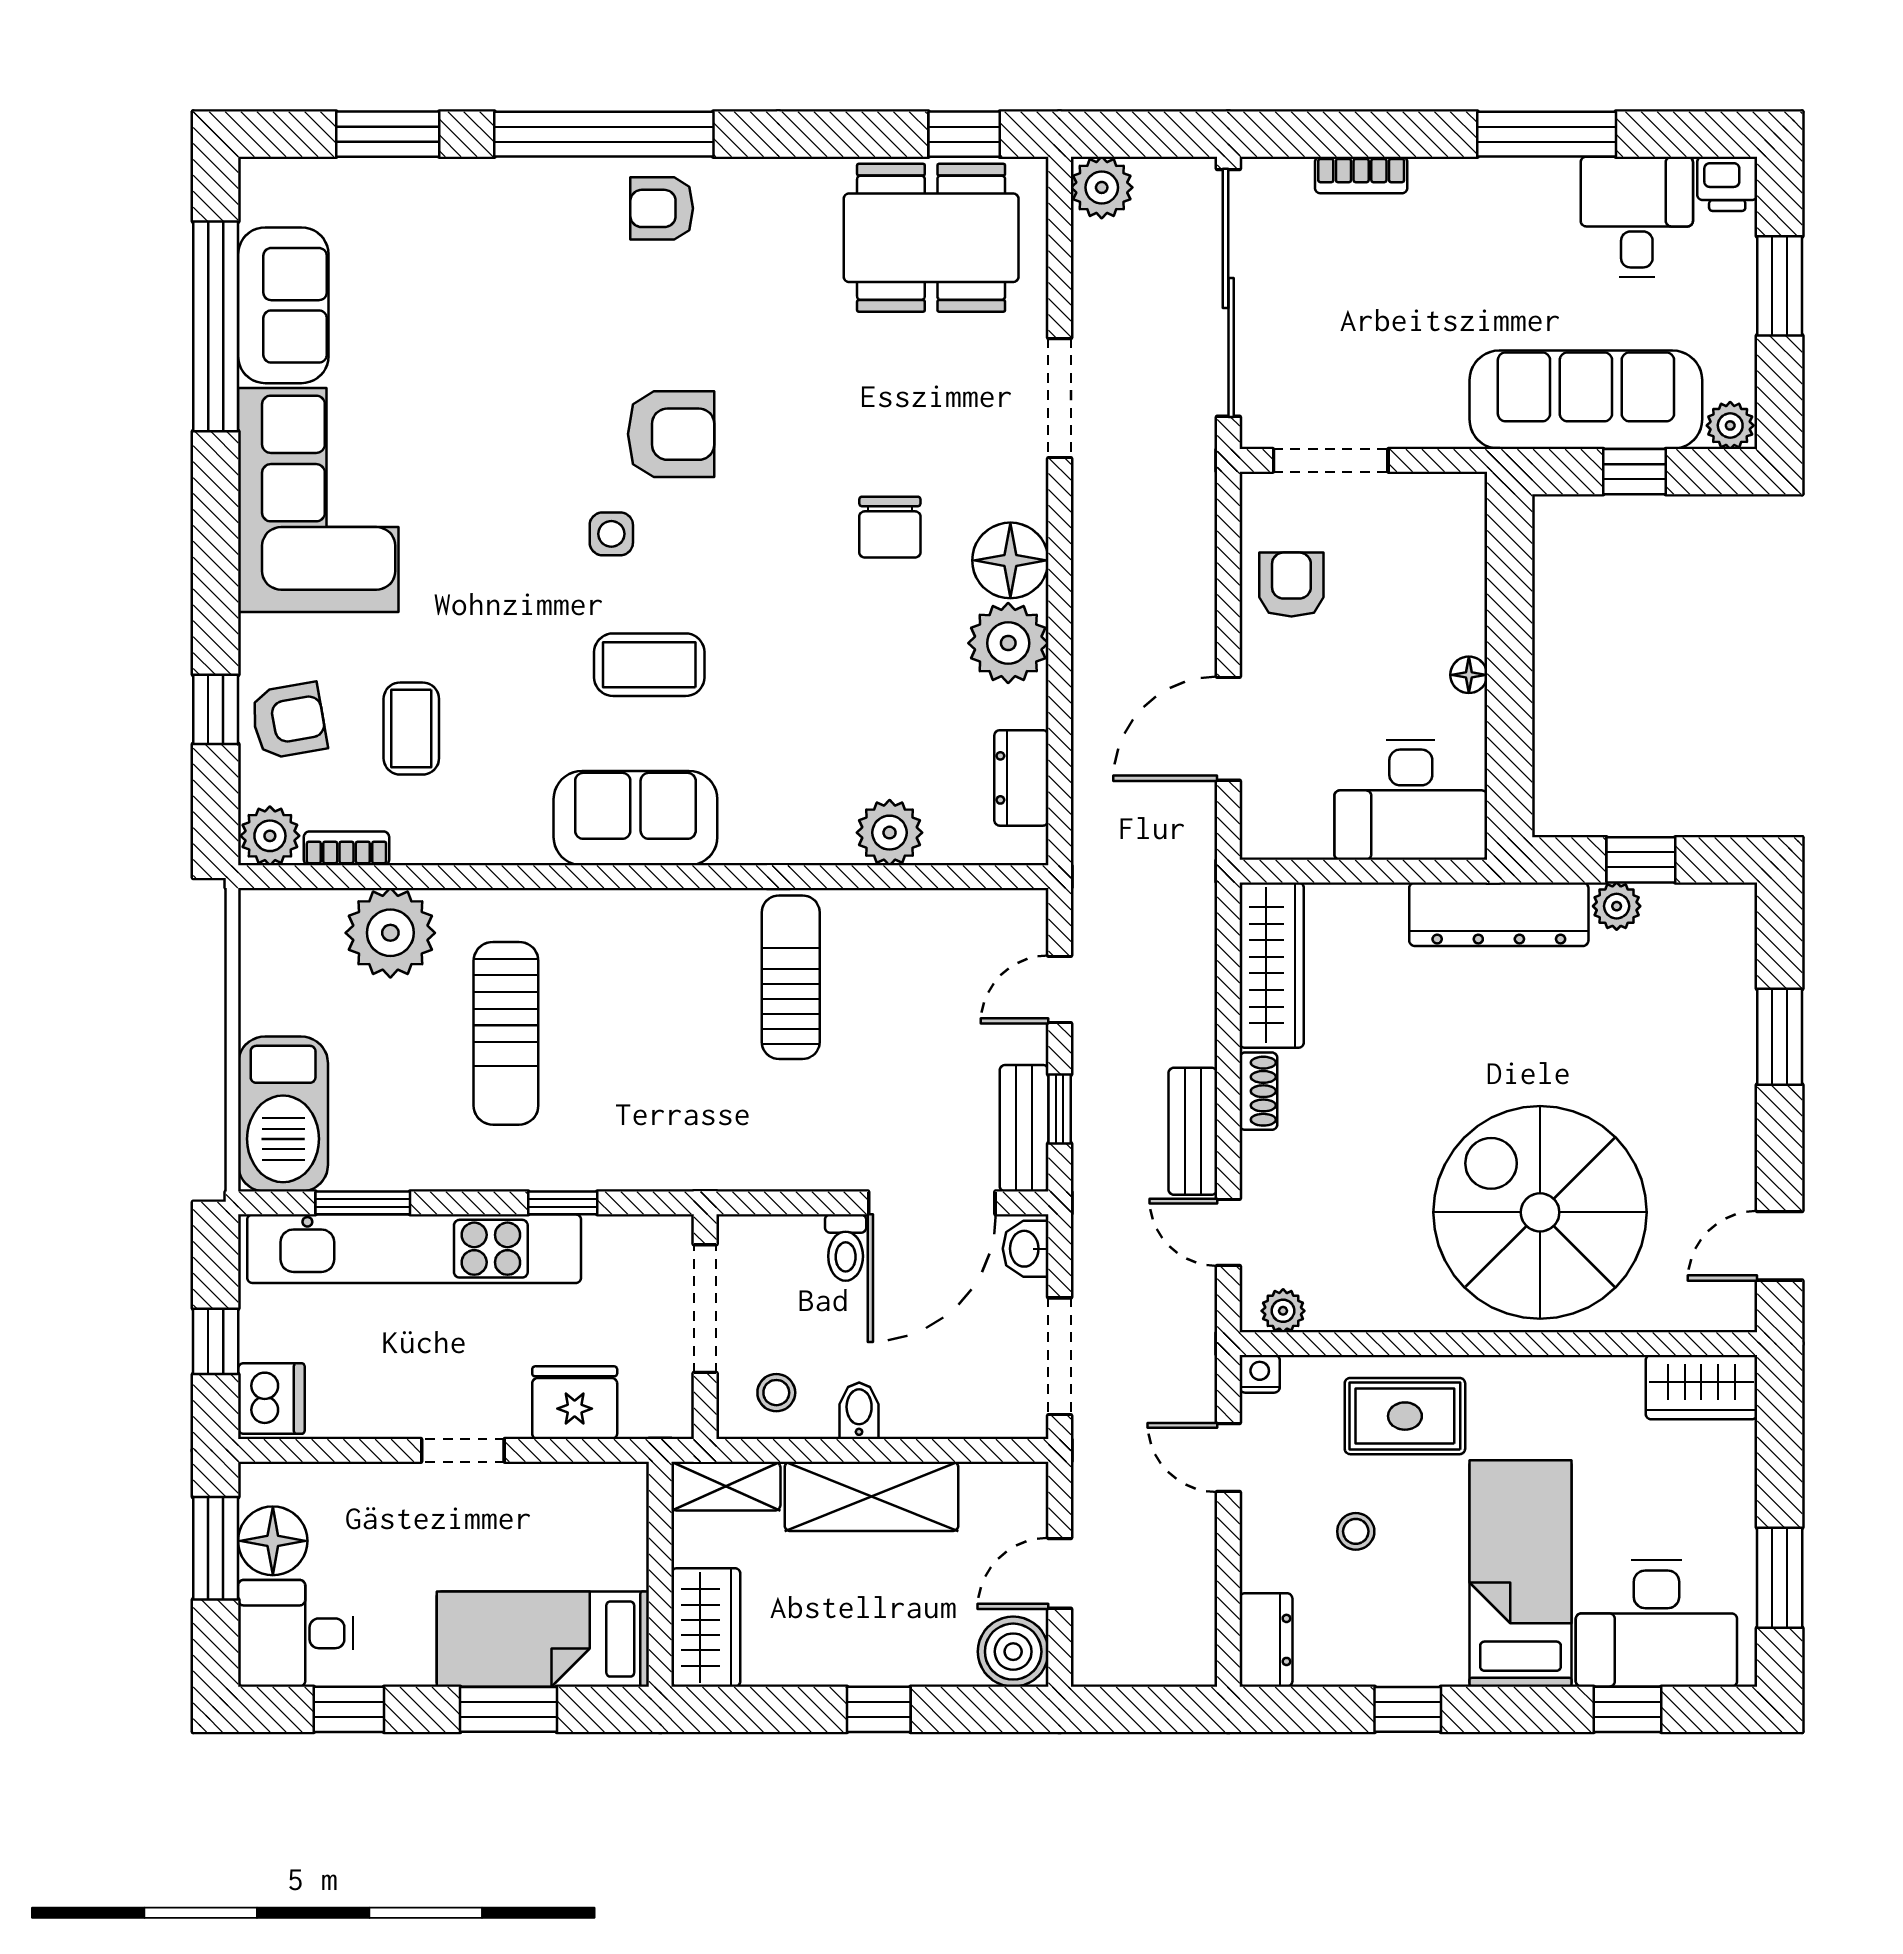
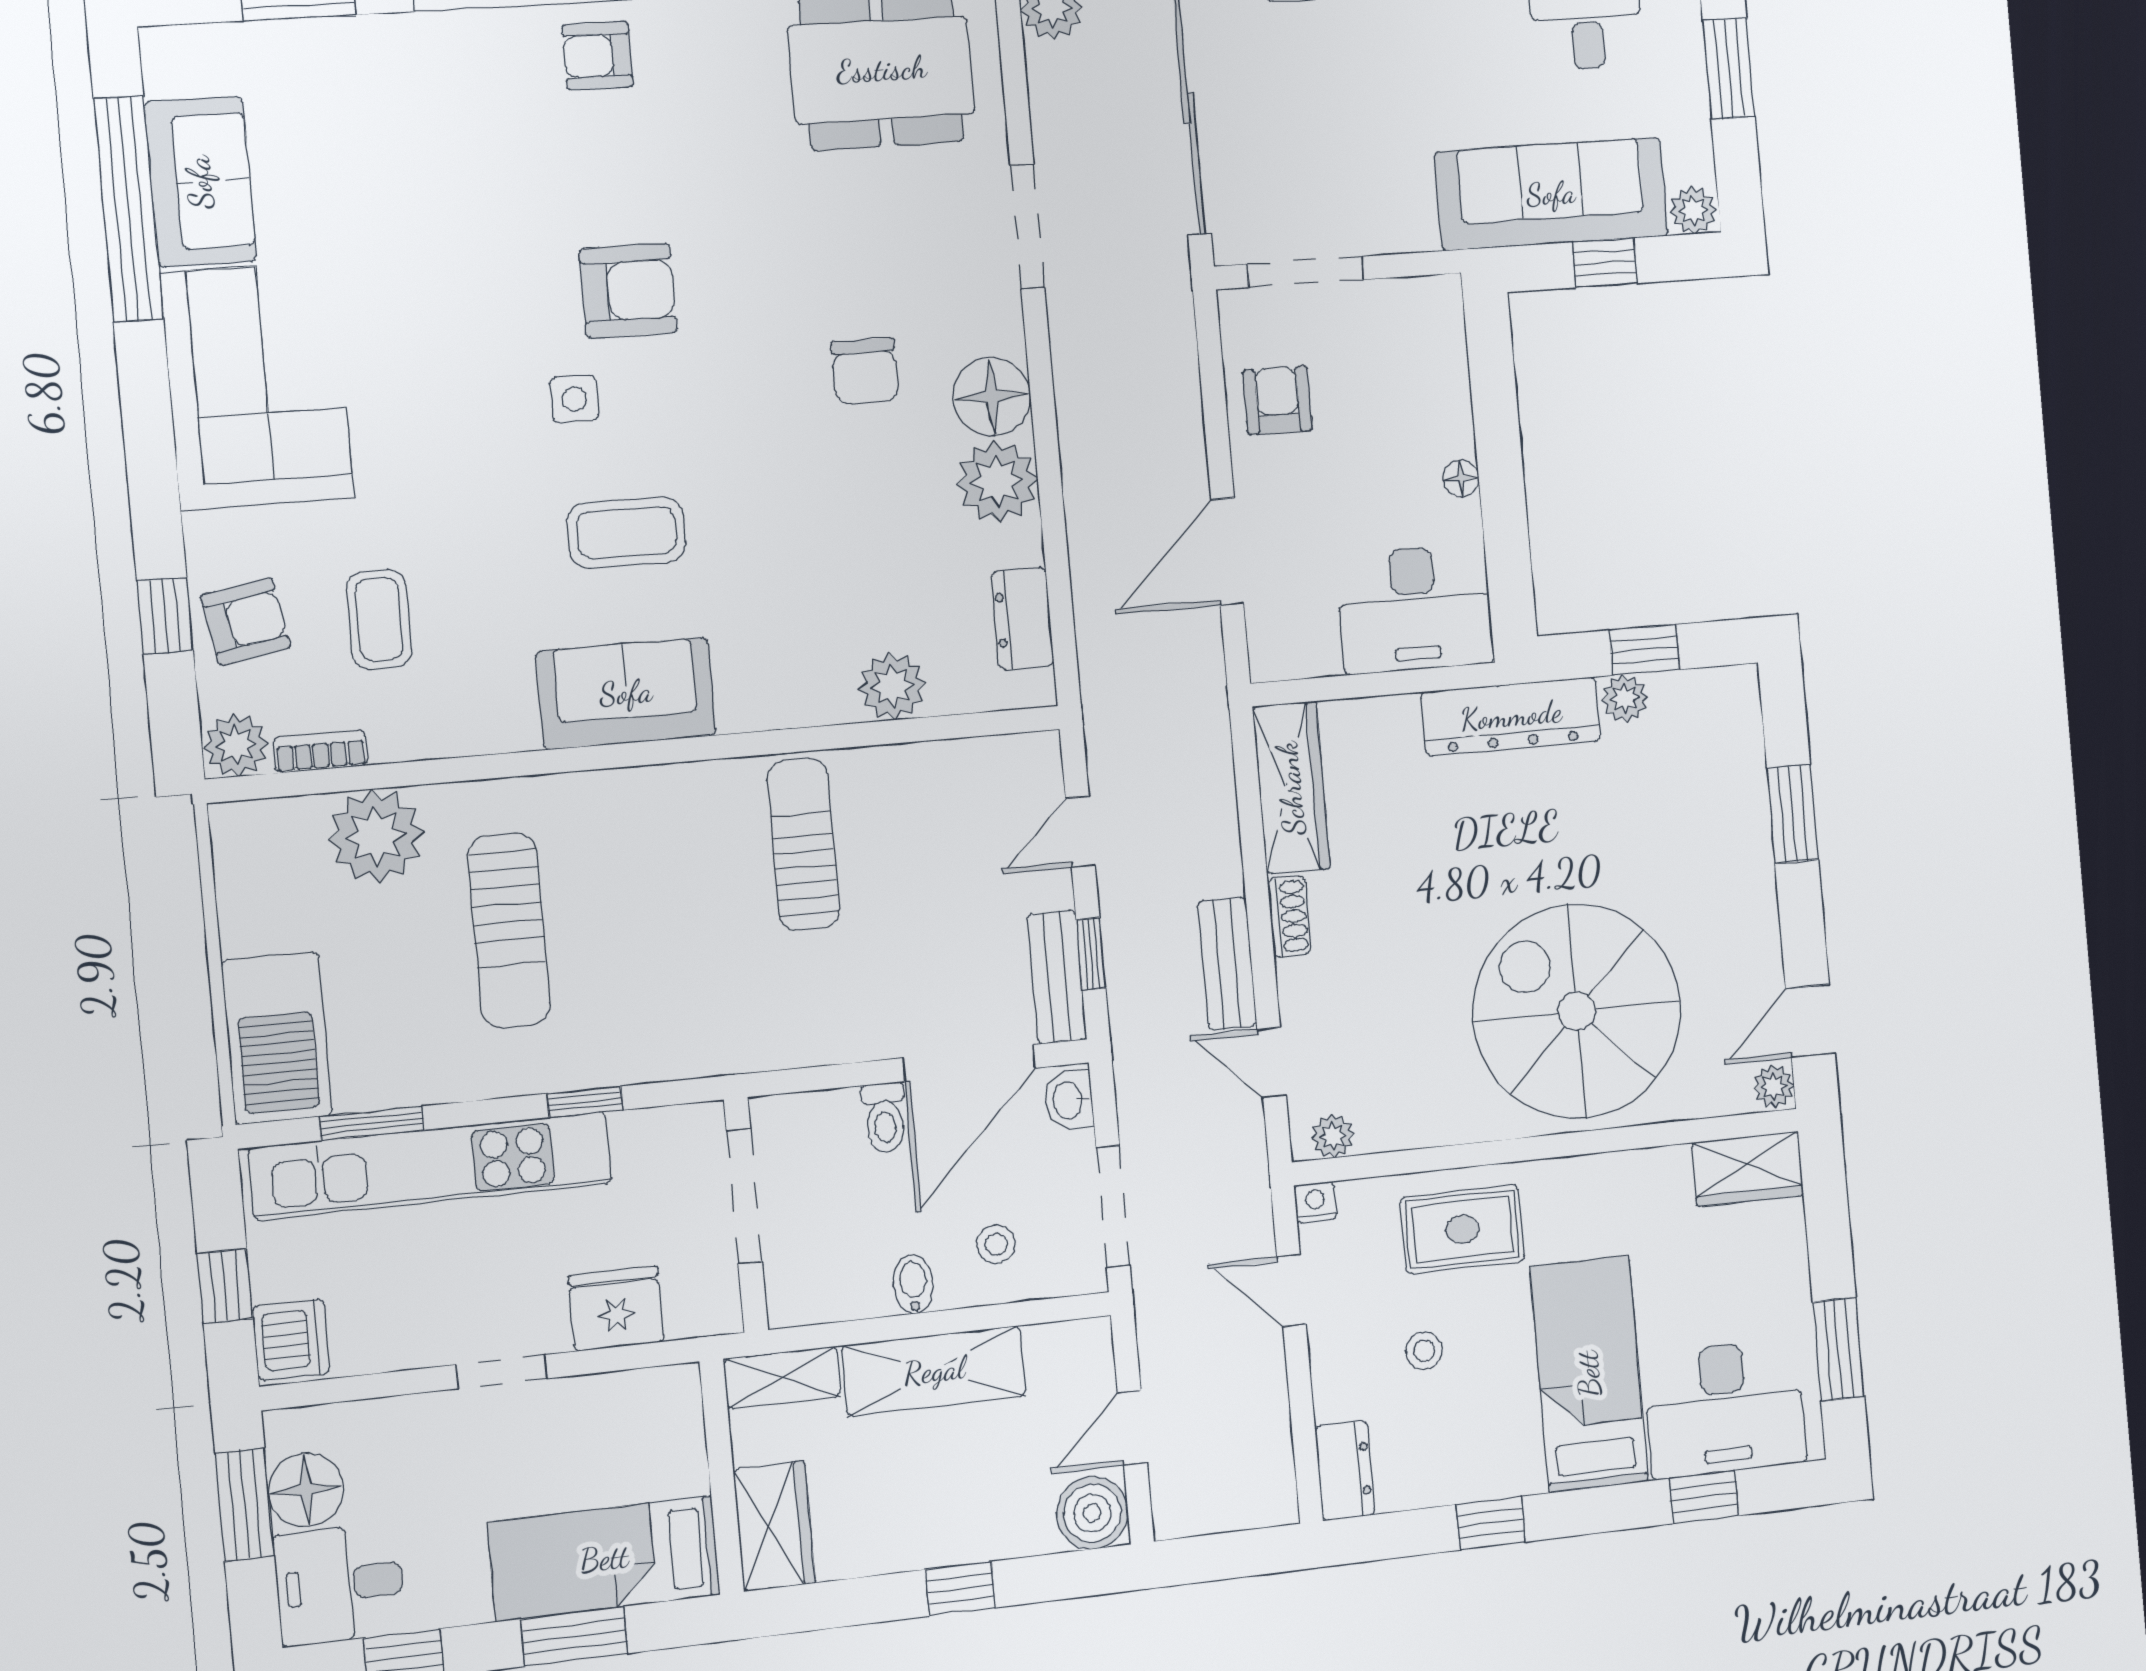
plant: (1736, 1308) -> (1774, 1086), added
stool: (776, 1393) -> (996, 1244), moved

